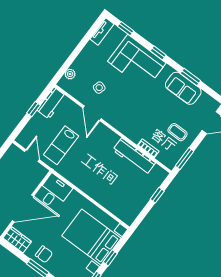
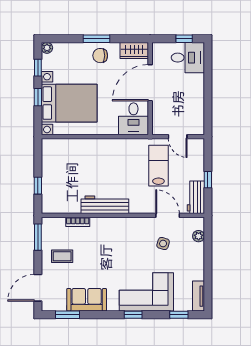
window: (190, 77) -> (67, 315), moved
door: (92, 113) -> (168, 215), moved
workbench: (134, 156) -> (105, 205), moved

